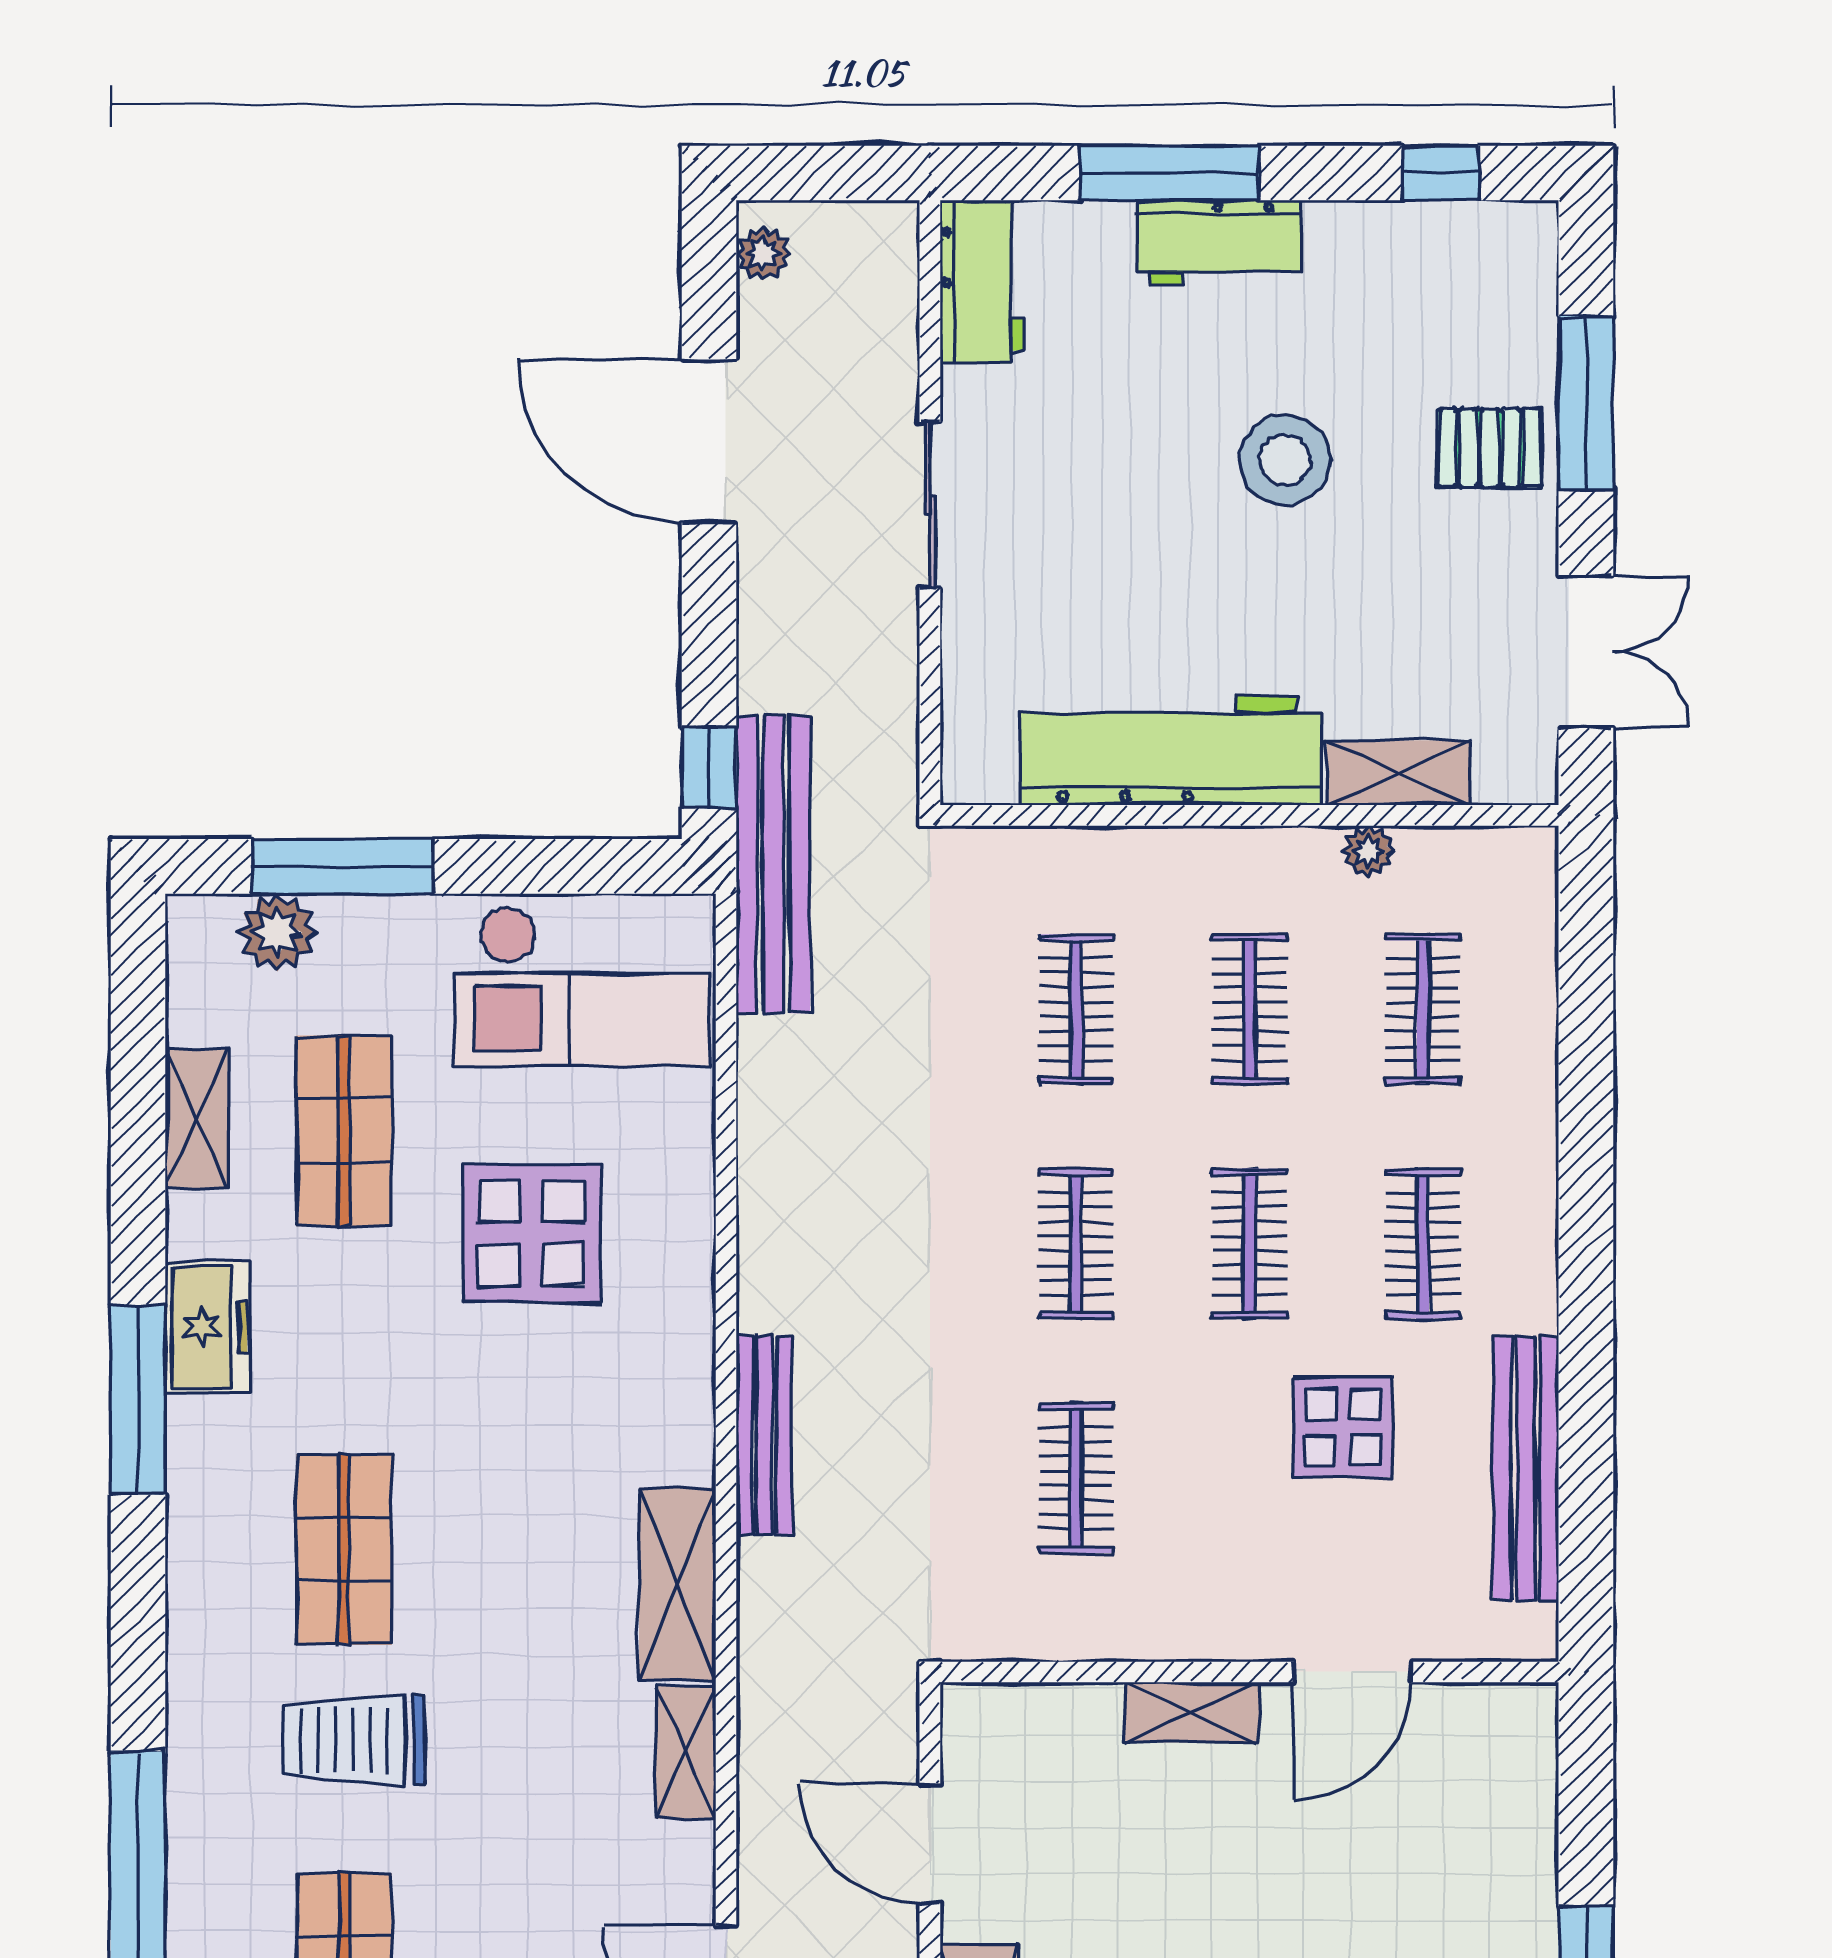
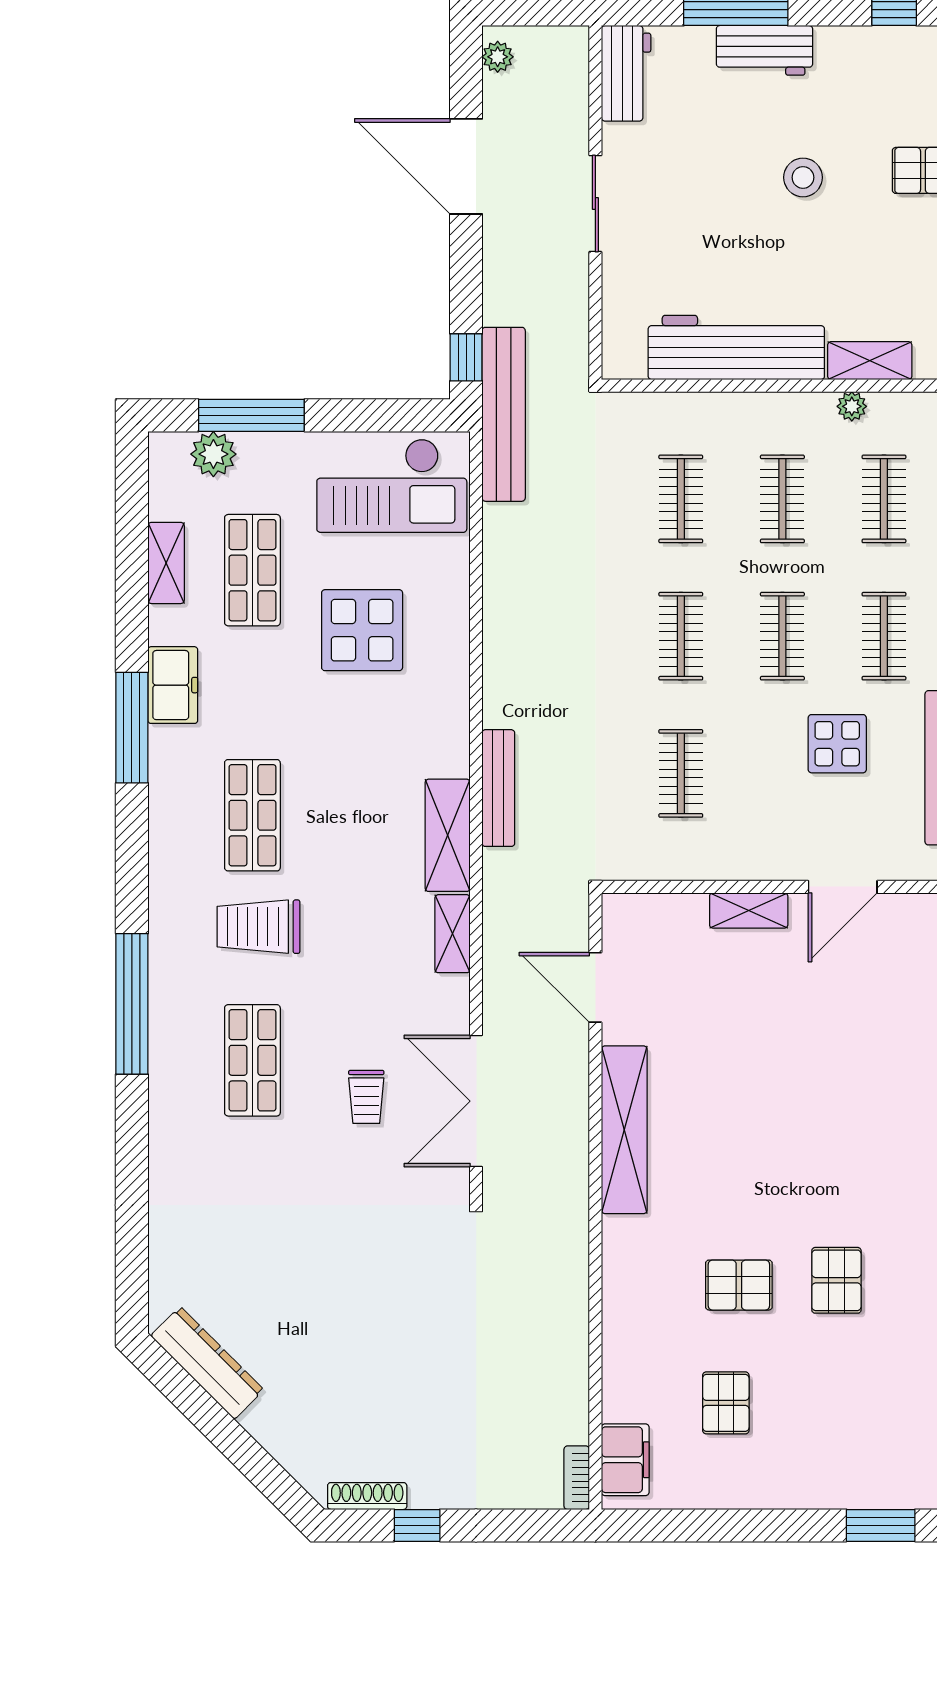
stool: (1285, 460) -> (803, 177), width x0.73, depth x0.73
bench: (764, 1435) -> (498, 788), moved

